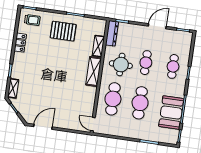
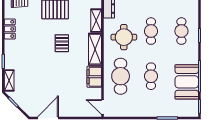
pallet: (65, 62) -> (62, 43), added
filing cabinet: (89, 96) -> (94, 77), added
cafe table: (140, 103) -> (151, 76), width x0.73, depth x0.74

